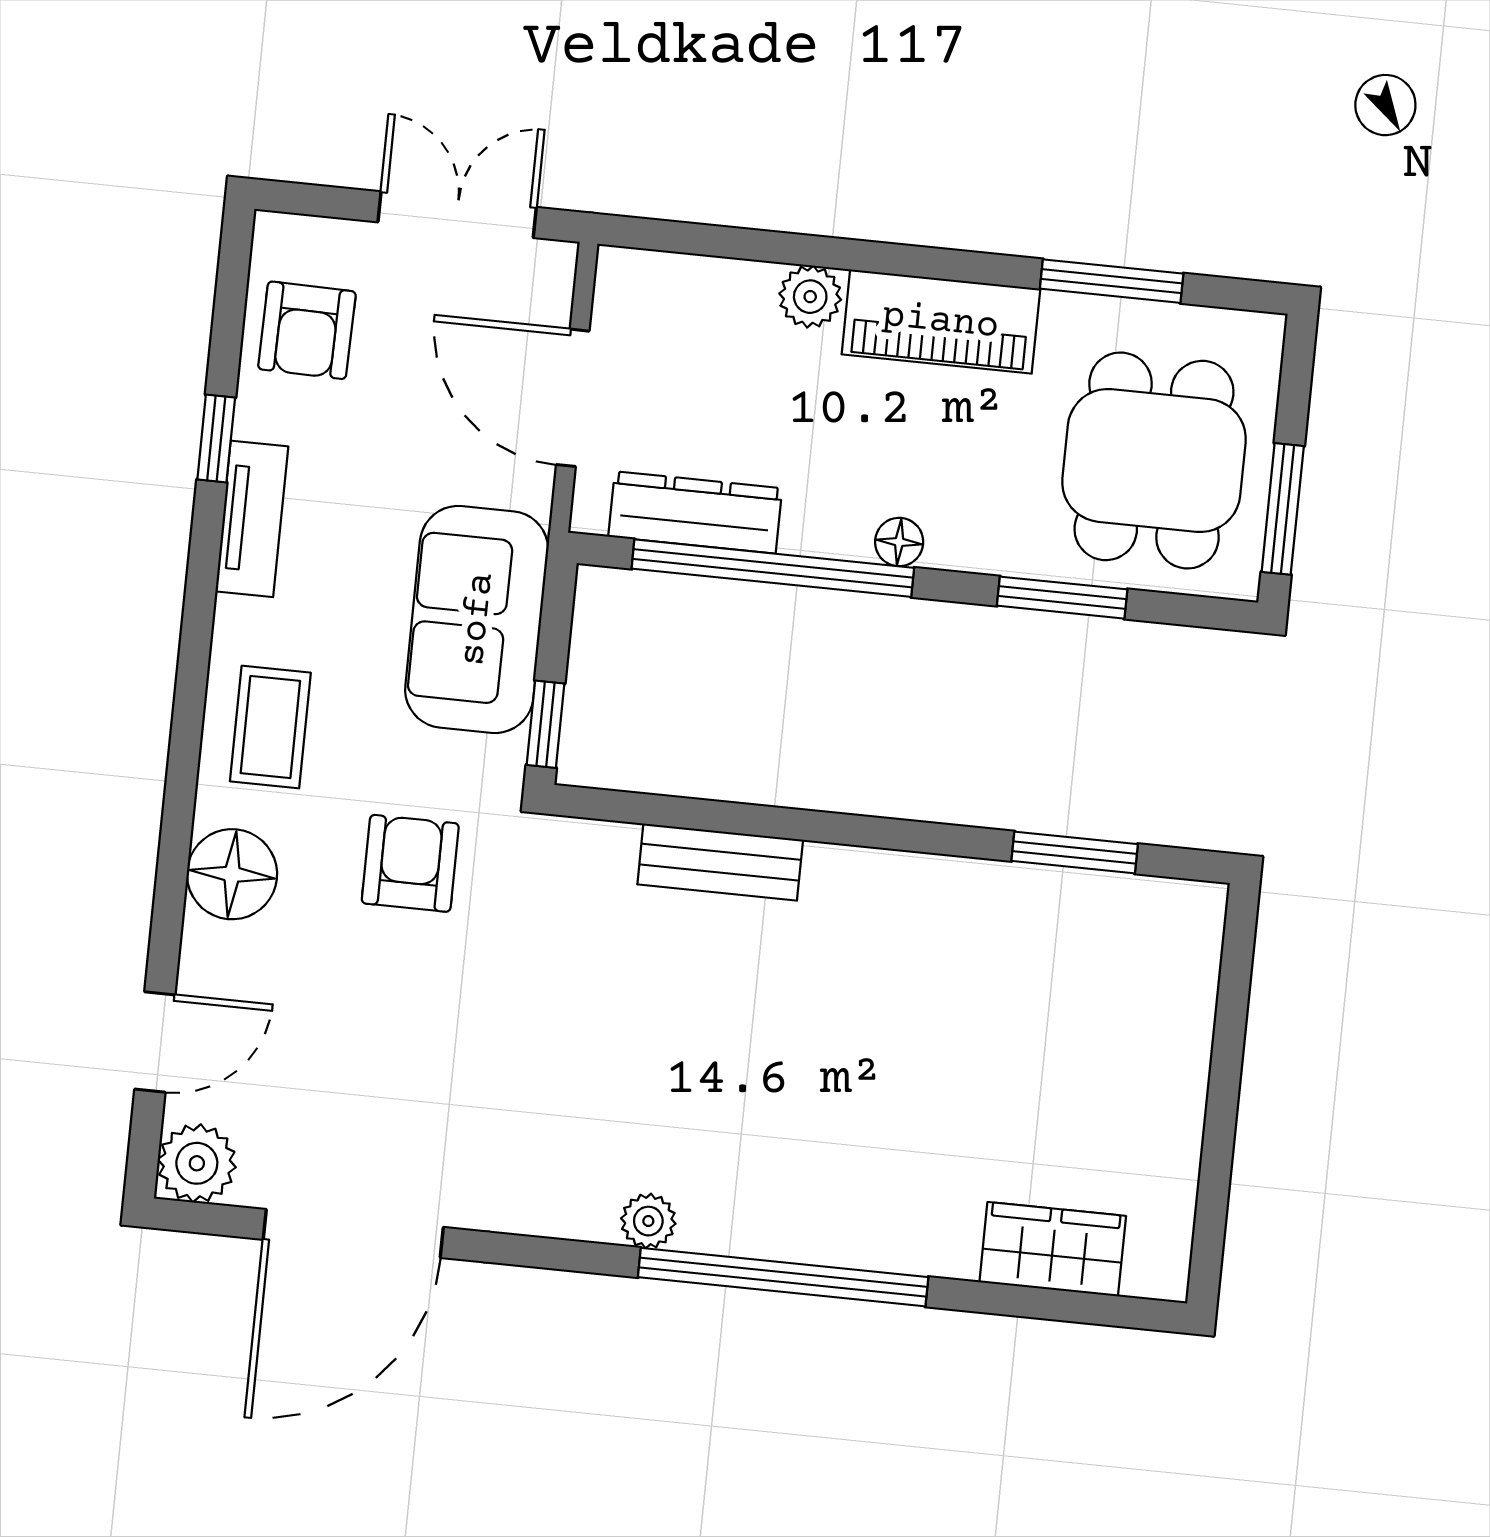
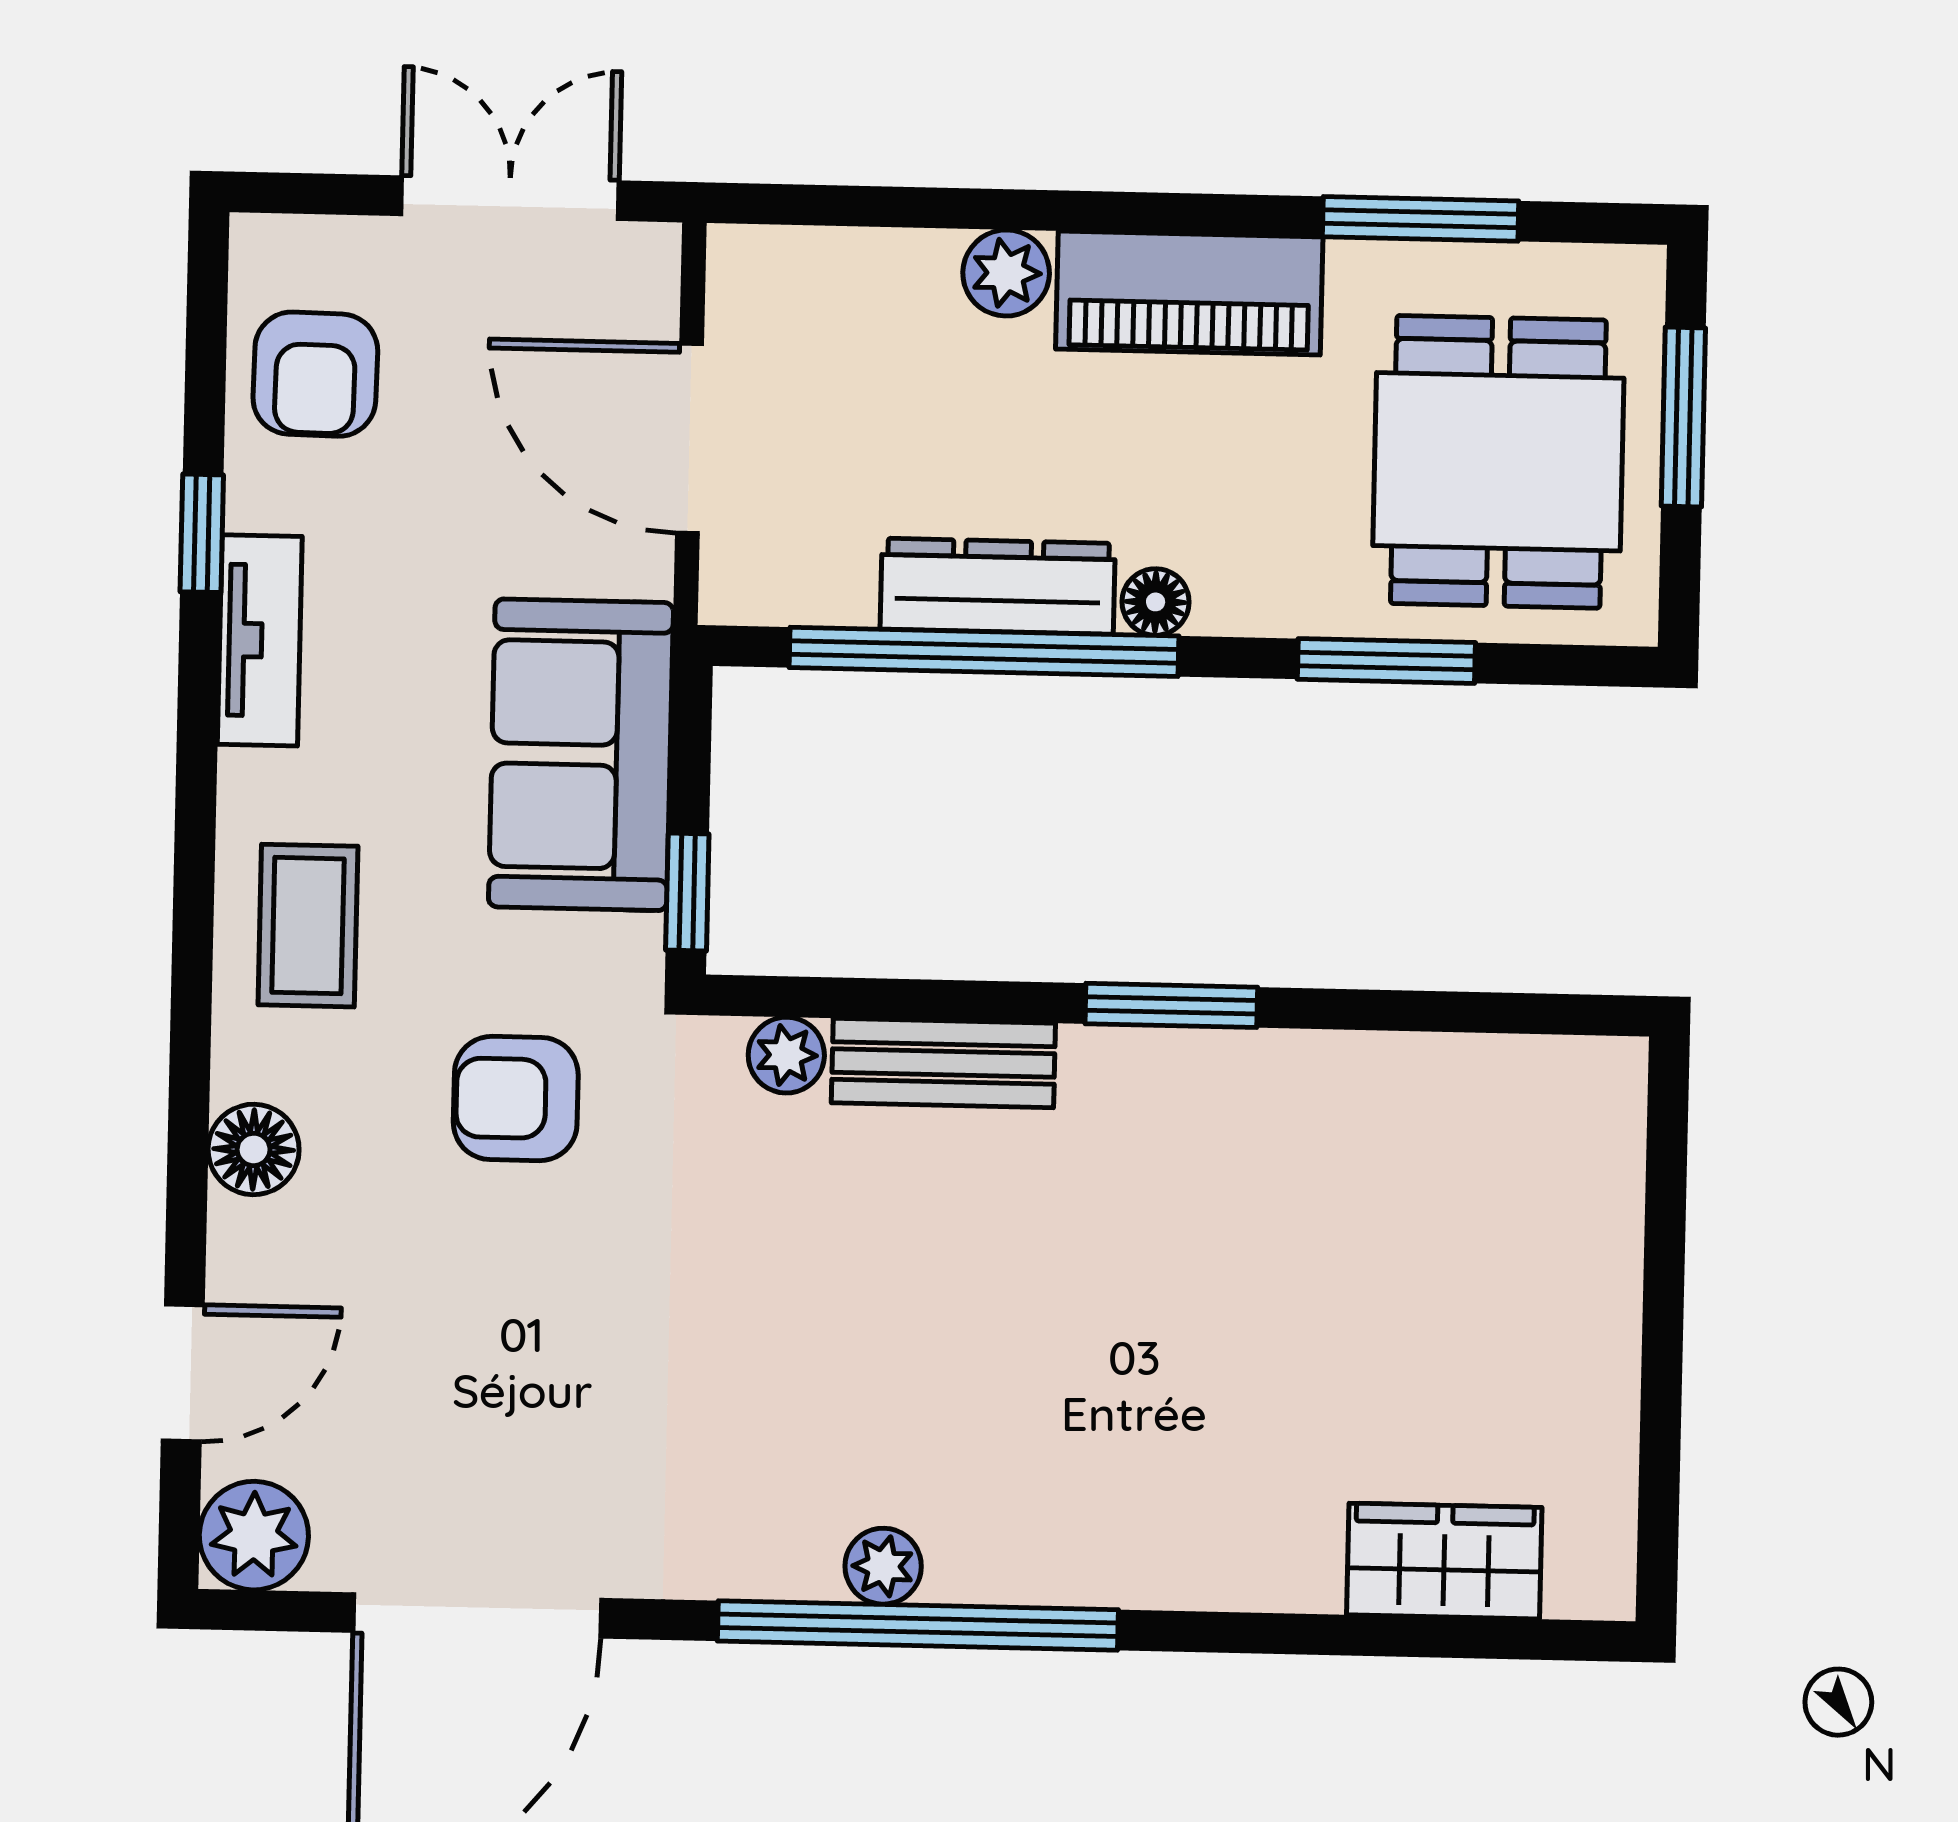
window: (1283, 509) -> (1683, 417), moved
dresser: (695, 512) -> (998, 586), moved
plant: (608, 847) -> (786, 1055), added
window: (1075, 853) -> (1171, 1005), moved
armchair: (410, 863) -> (516, 1099), turned -90
floor lamp: (232, 874) -> (254, 1149), width x0.73, depth x0.73
window: (783, 1277) -> (918, 1625), moved

